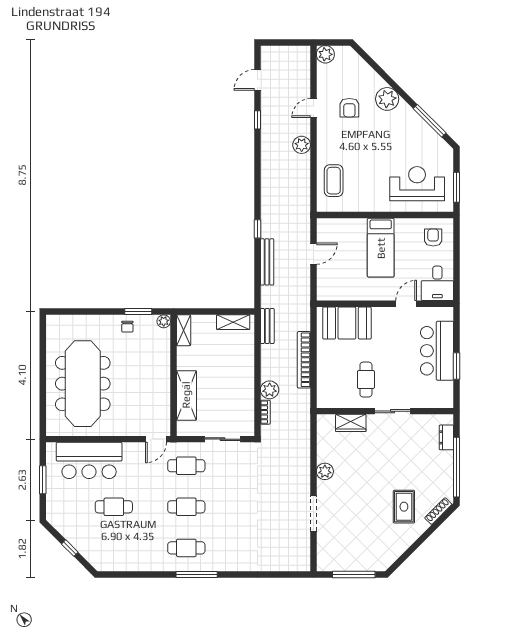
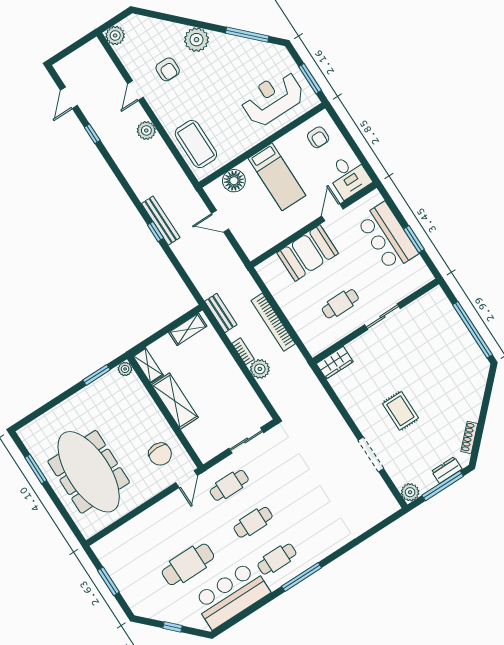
coffee table: (334, 181) -> (196, 144), width x1.36, depth x1.32
floor lamp: (345, 229) -> (234, 181), added
armchair: (433, 237) -> (318, 137), turned 180
door: (313, 254) -> (220, 221), swing flipped
bench: (267, 262) -> (161, 221), moved
booth: (347, 323) -> (308, 253), moved
chair: (127, 327) -> (160, 454), moved, width x1.87, depth x1.87
window: (43, 355) -> (36, 469), added
cafe table: (366, 380) -> (340, 304), turned 90
shelving: (186, 395) -> (175, 401), moved
bookcase: (265, 412) -> (243, 351), moved
wardrobe: (351, 423) -> (335, 363), moved
dresser: (446, 437) -> (447, 470), moved, turned 90
bar counter: (89, 460) -> (231, 595), moved, turned 180
plant: (325, 471) -> (410, 492), moved
cafe table: (114, 507) -> (188, 564), width x1.37, depth x1.35
rug: (404, 507) -> (400, 411), moved
shoe rack: (438, 511) -> (469, 437), moved

